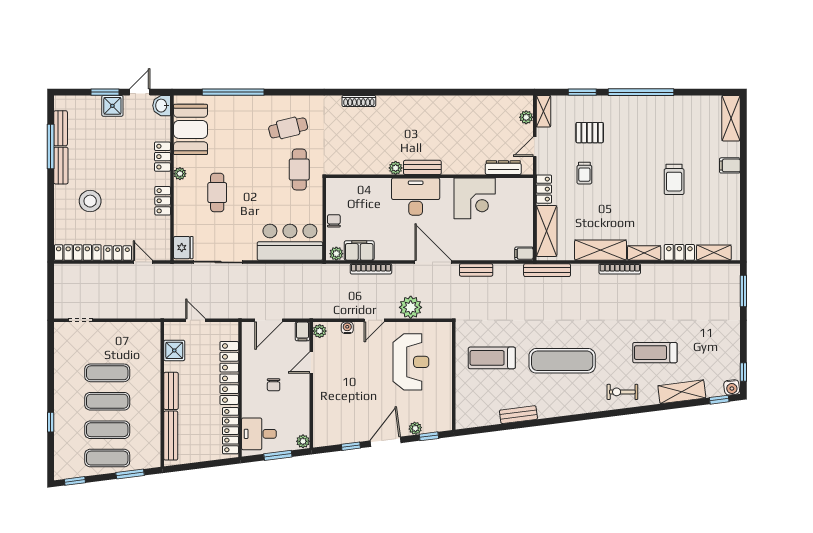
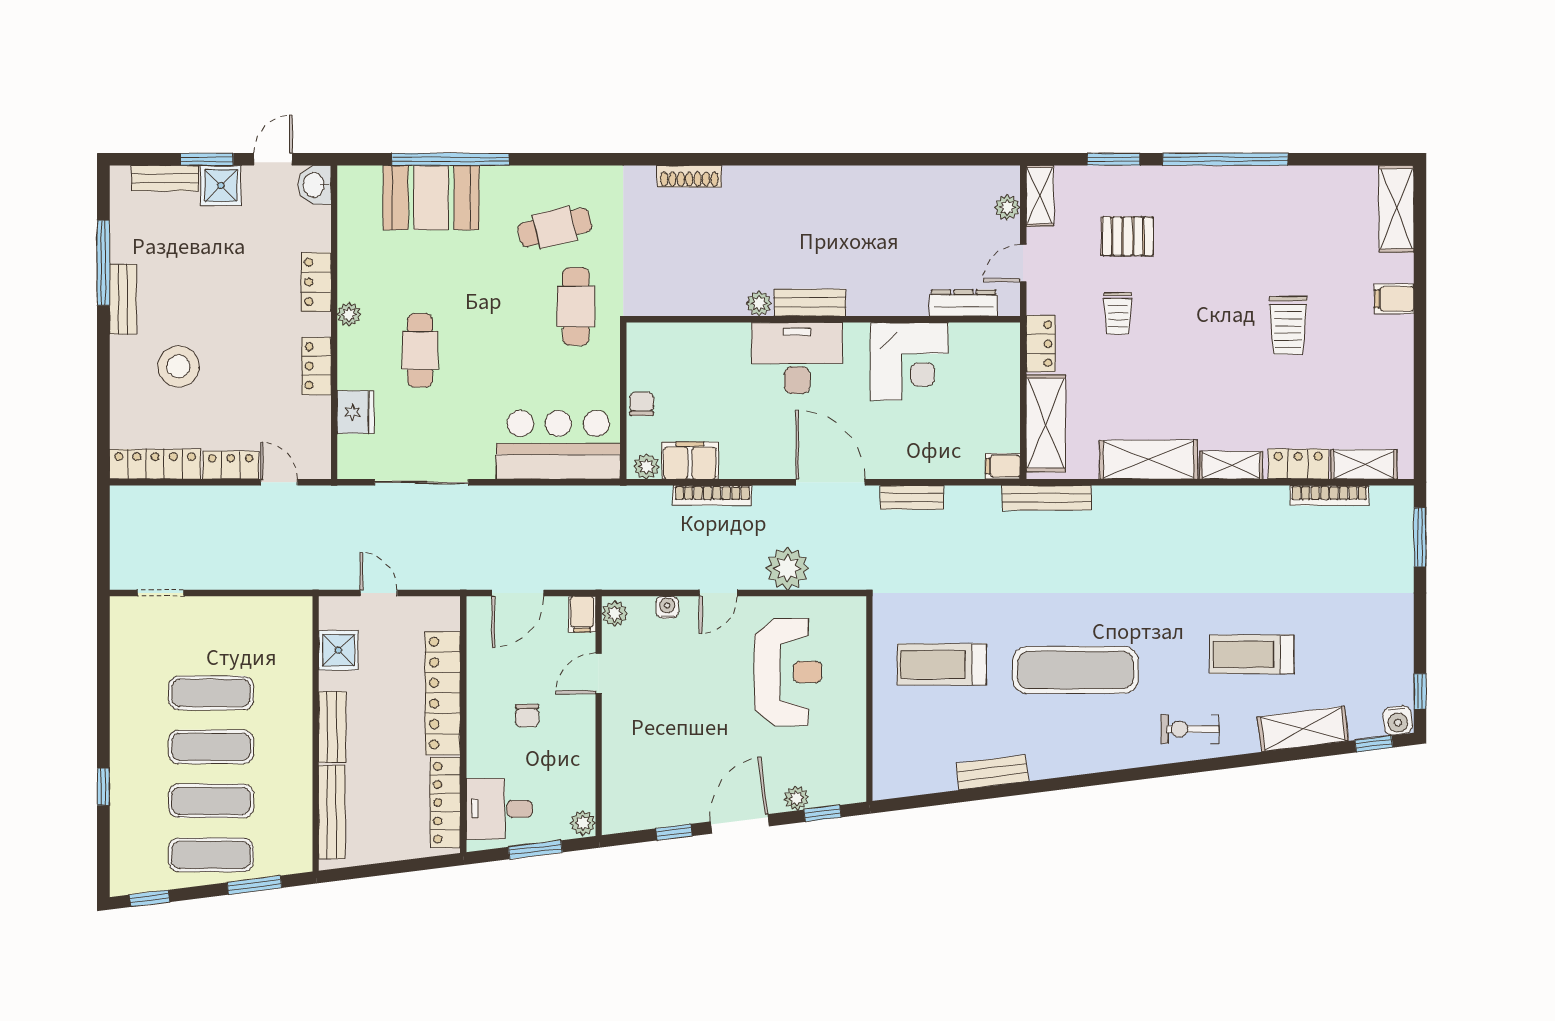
bench: (61, 128) -> (165, 178), moved, turned 90
booth: (191, 129) -> (431, 198), moved, turned 90
fridge: (183, 248) -> (356, 412), moved
bookcase: (620, 269) -> (1329, 495), moved

